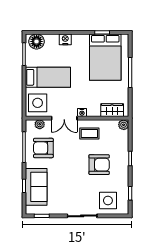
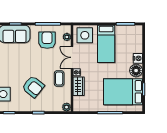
floor lamp: (37, 41) -> (136, 71), moved
wardrobe: (112, 110) -> (79, 86), moved
armchair: (99, 165) -> (33, 87), turned -51

